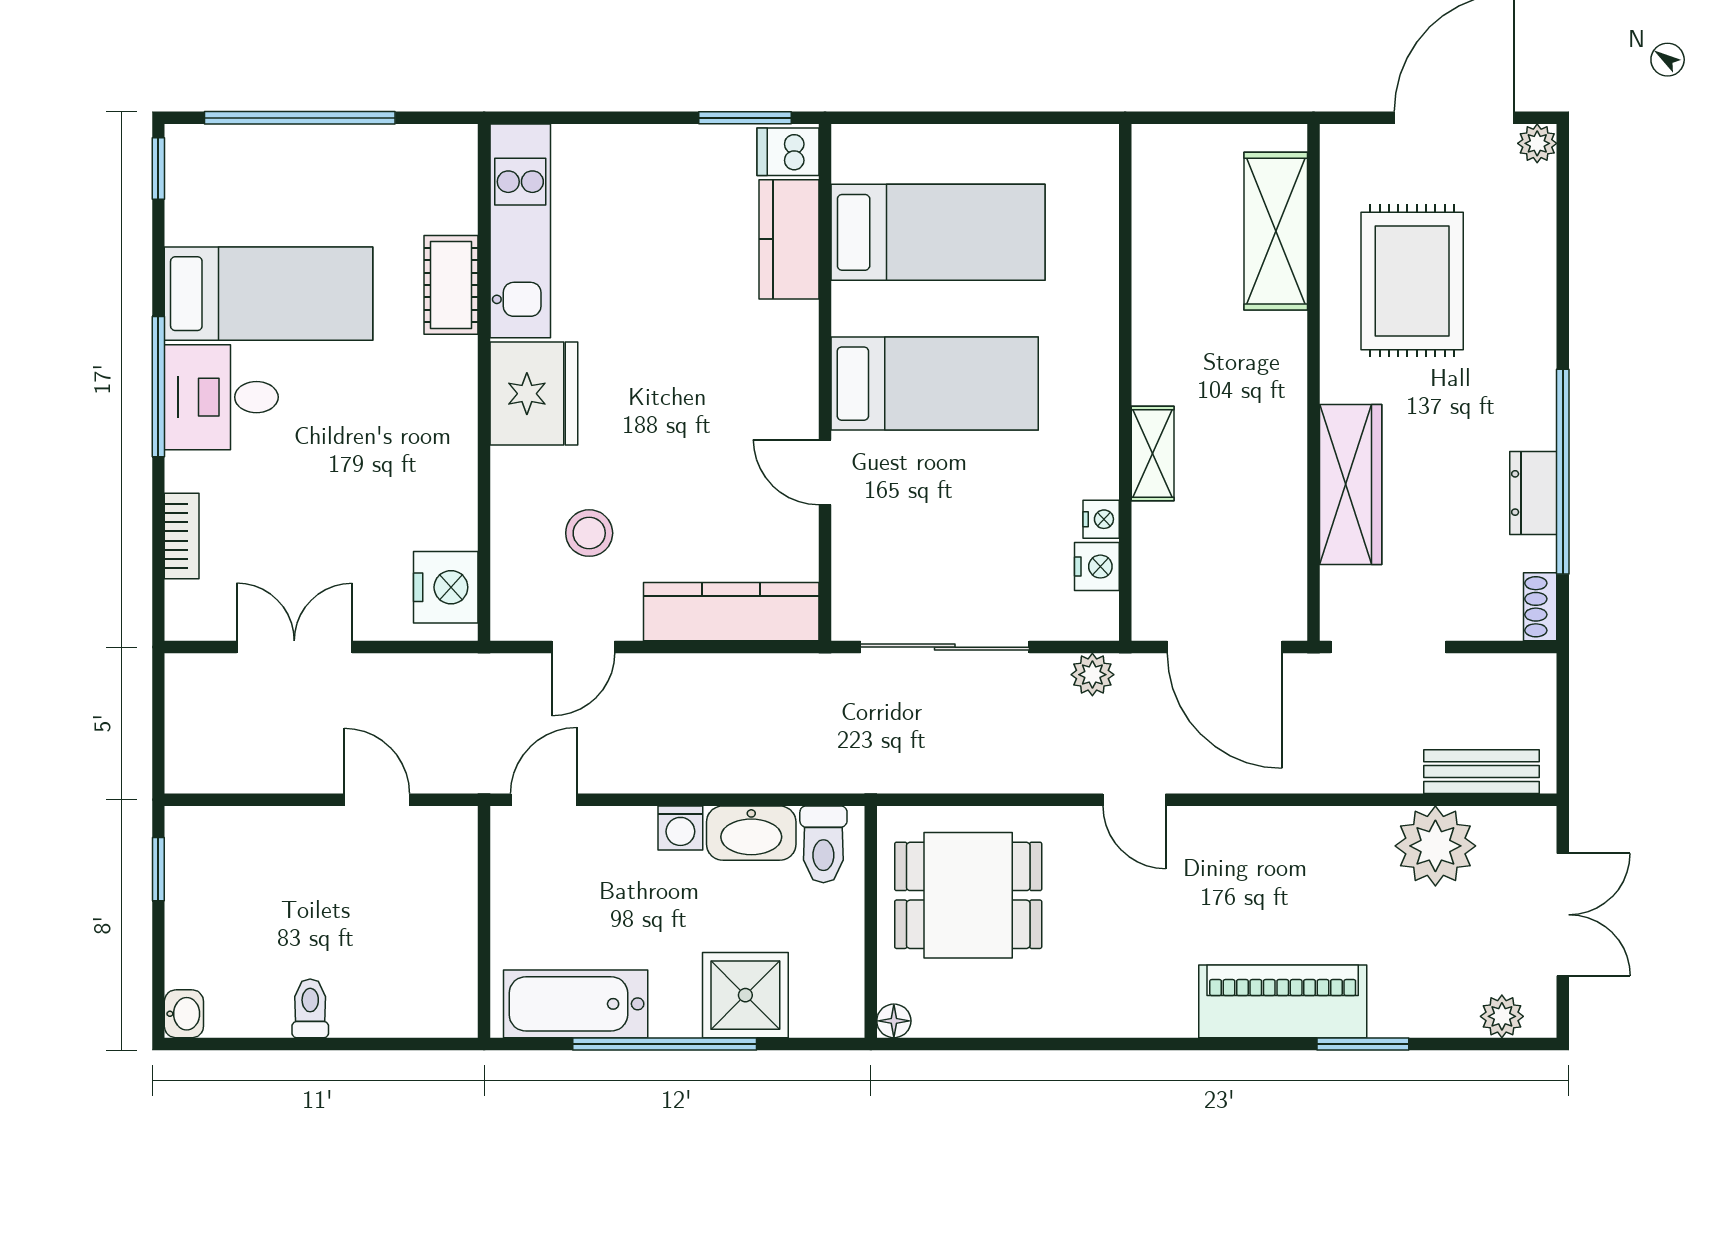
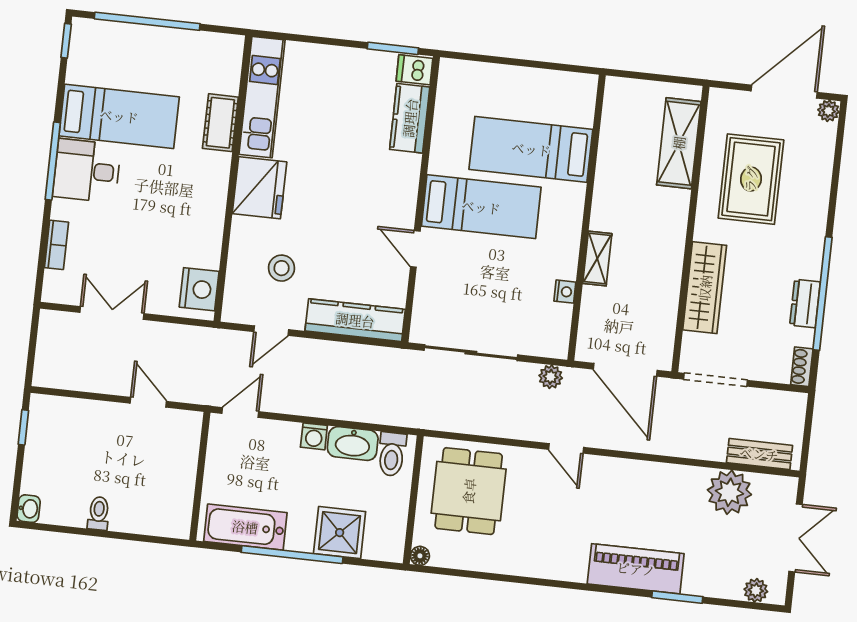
bed: (938, 232) -> (531, 149), moved, turned 180
nightstand: (1097, 567) -> (560, 317), removed
dining table: (968, 895) -> (469, 491), turned 90

